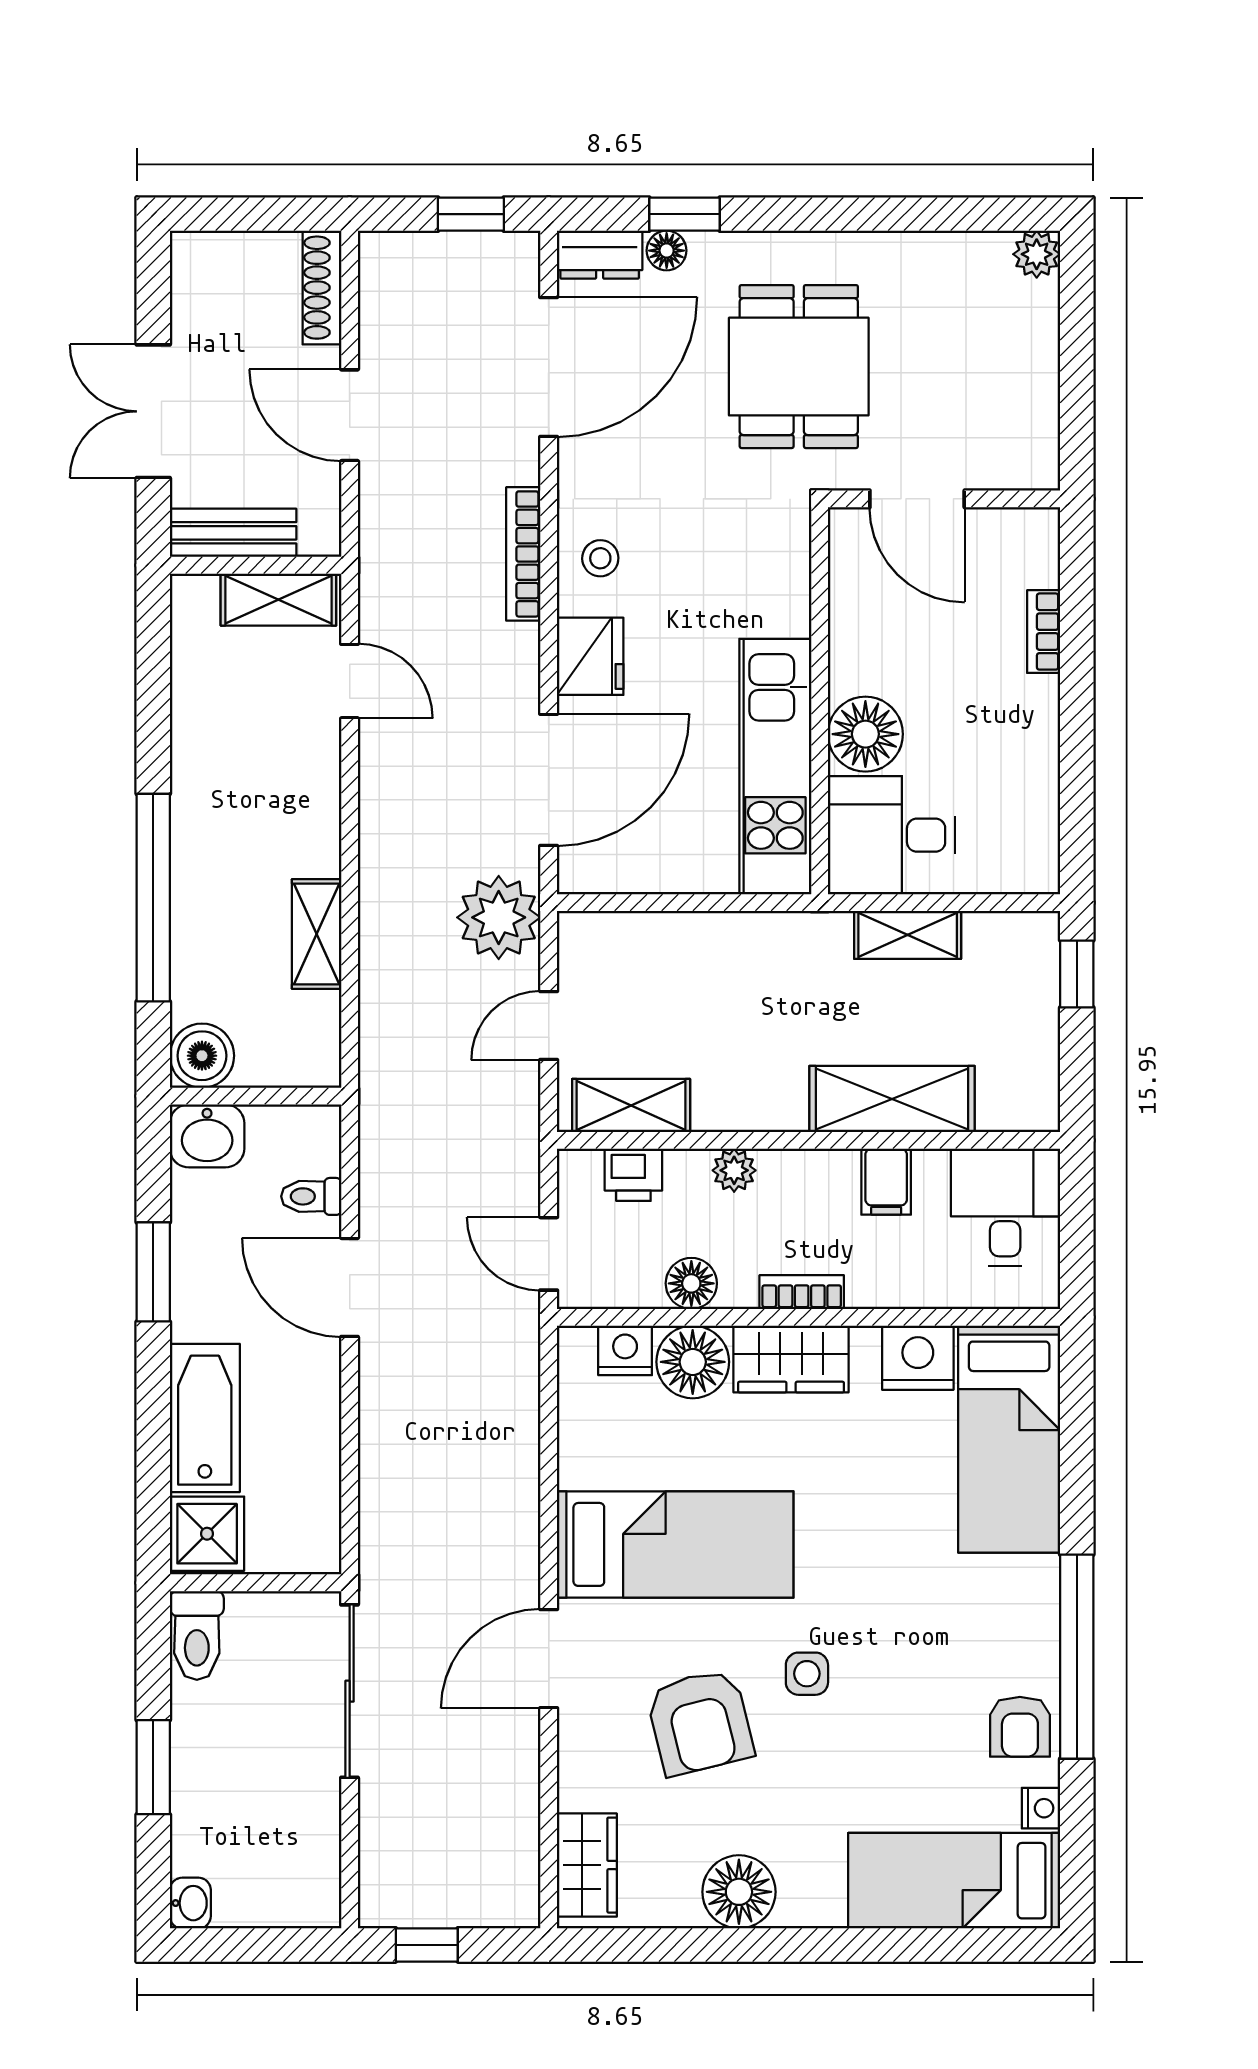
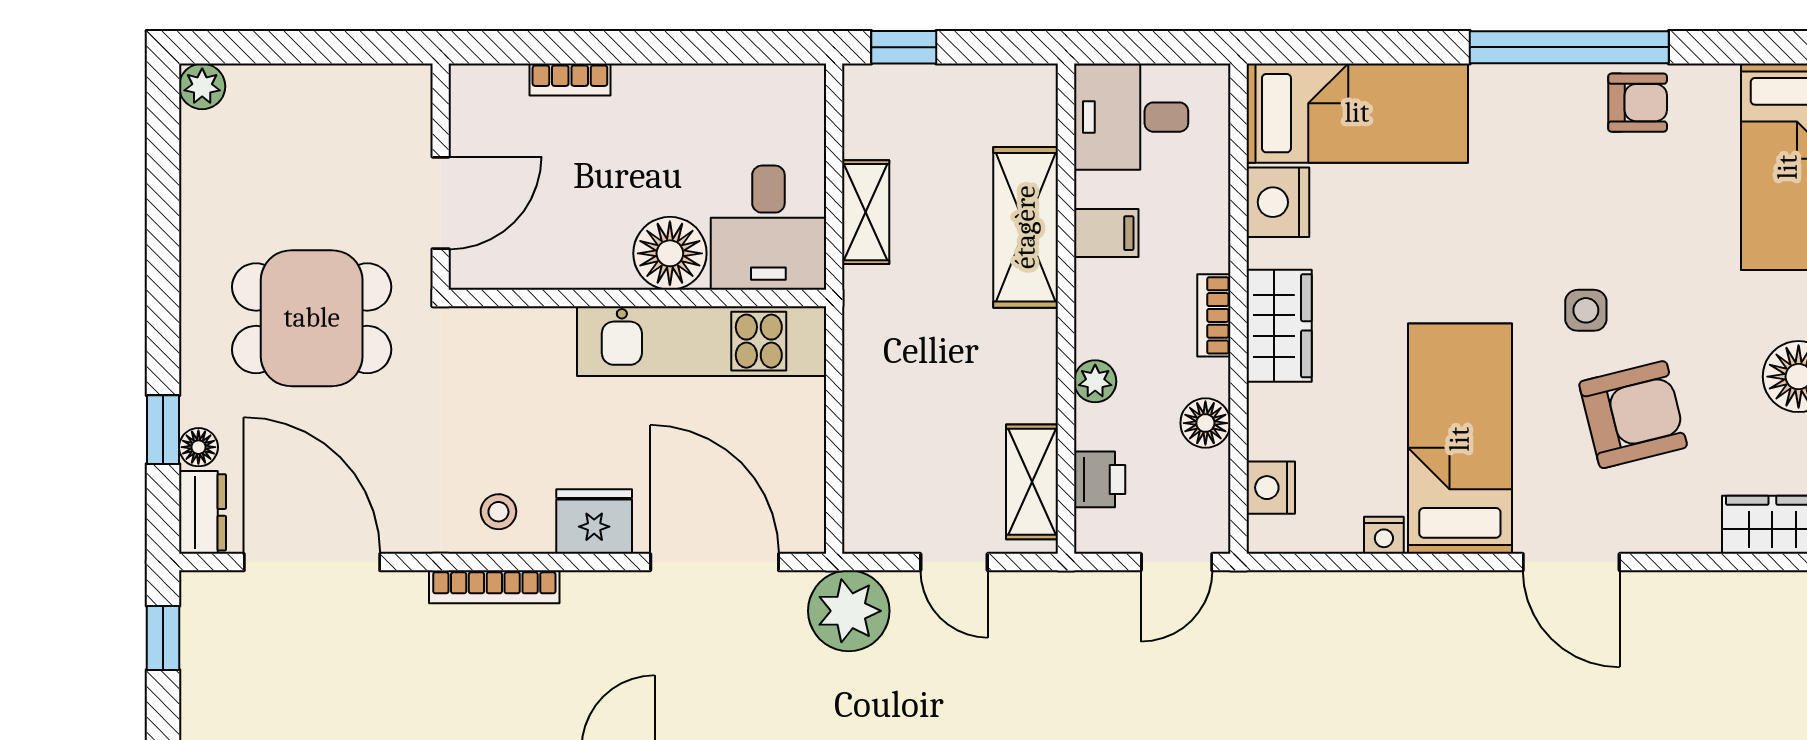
floor lamp: (693, 1362) -> (1282, 422), removed
nightstand: (1041, 1808) -> (1384, 535), moved, turned 180

